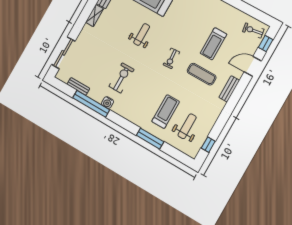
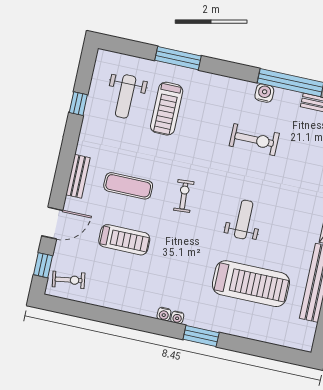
weight bench: (142, 34) -> (244, 220), turned 180
treadmill: (213, 44) -> (124, 240), turned 90
exercise bike: (121, 78) -> (254, 140), turned -90
window: (208, 145) -> (78, 104), moved

